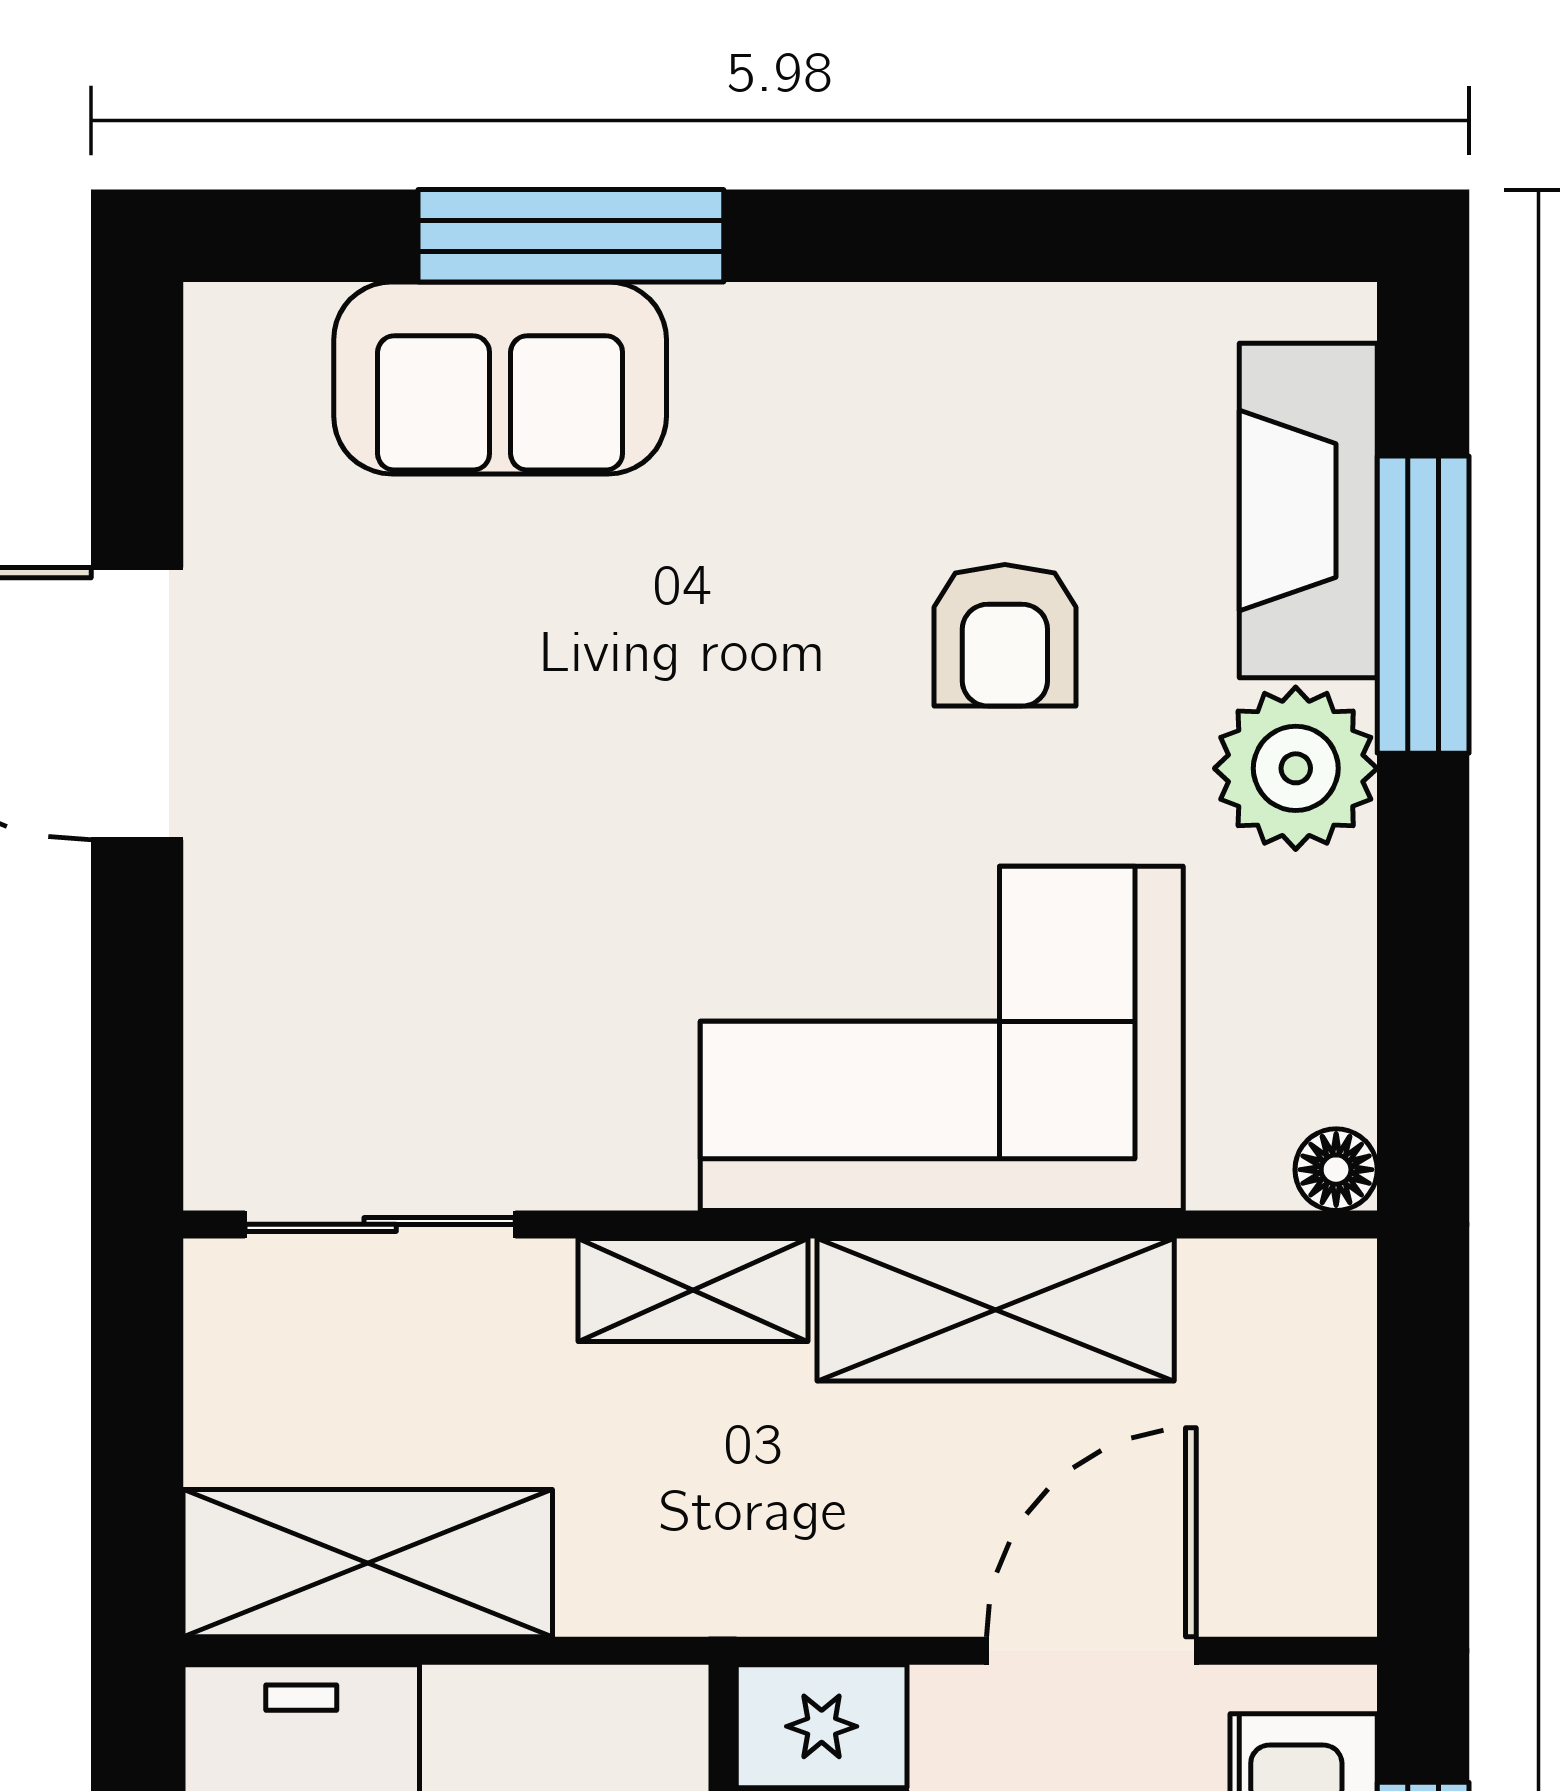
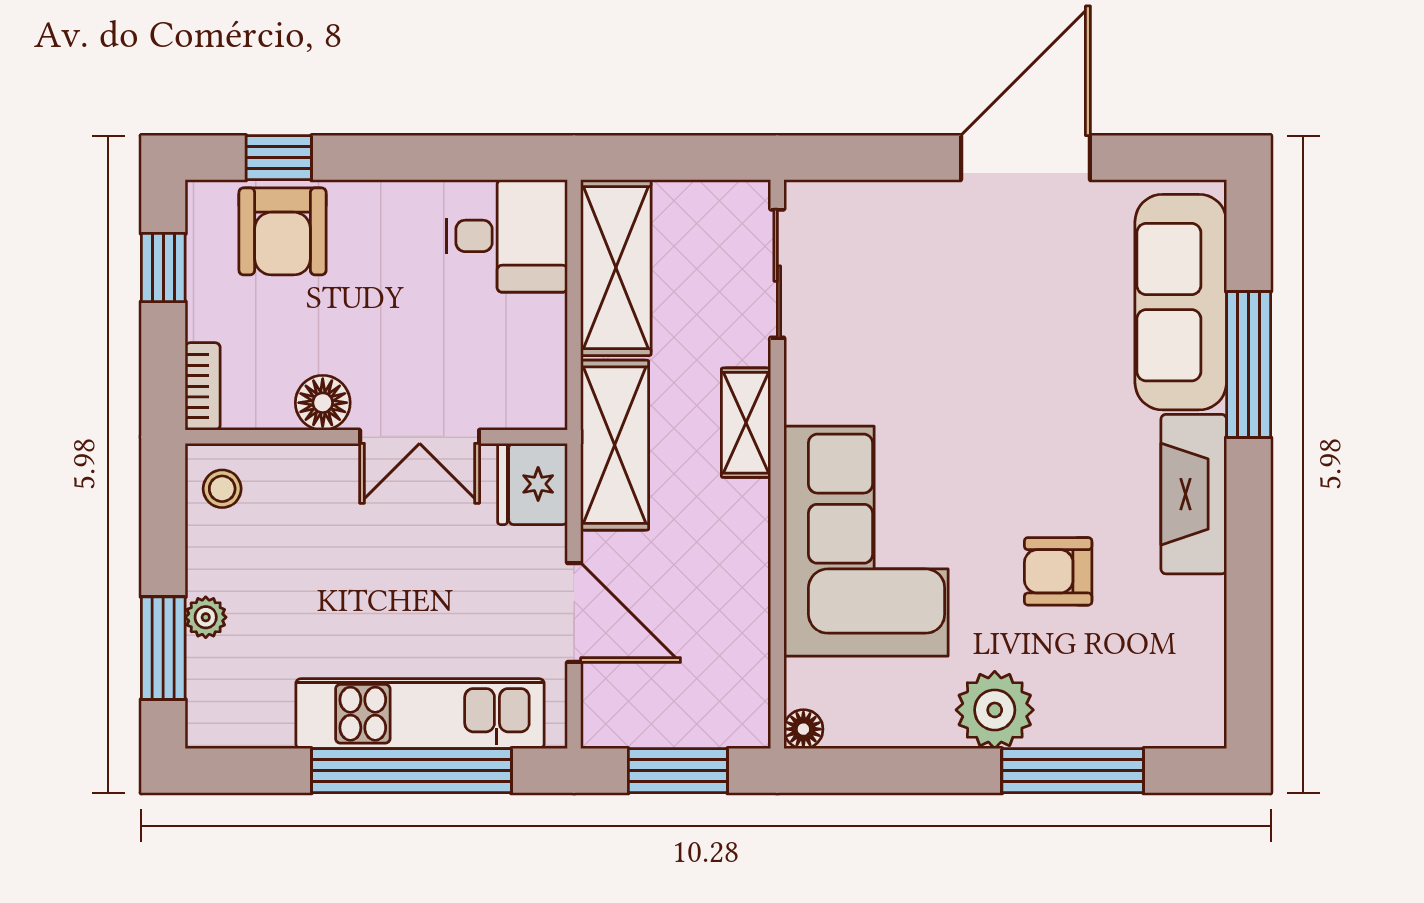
sofa: (500, 378) -> (1181, 302), width x1.36
fireplace: (1308, 510) -> (1194, 494), moved, turned -90
shelving: (996, 1310) -> (615, 445), moved
window: (1423, 1433) -> (678, 771), added

